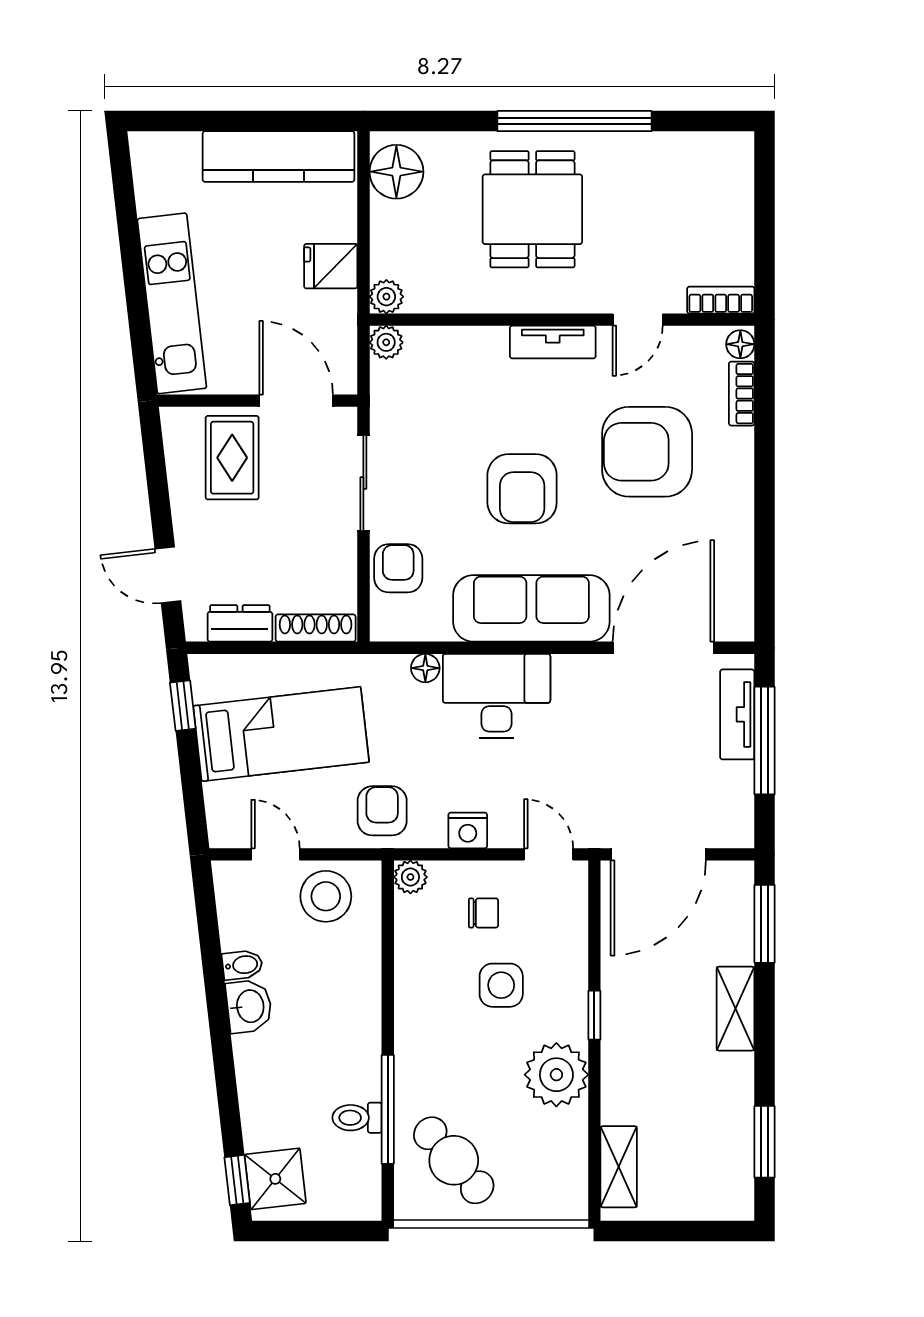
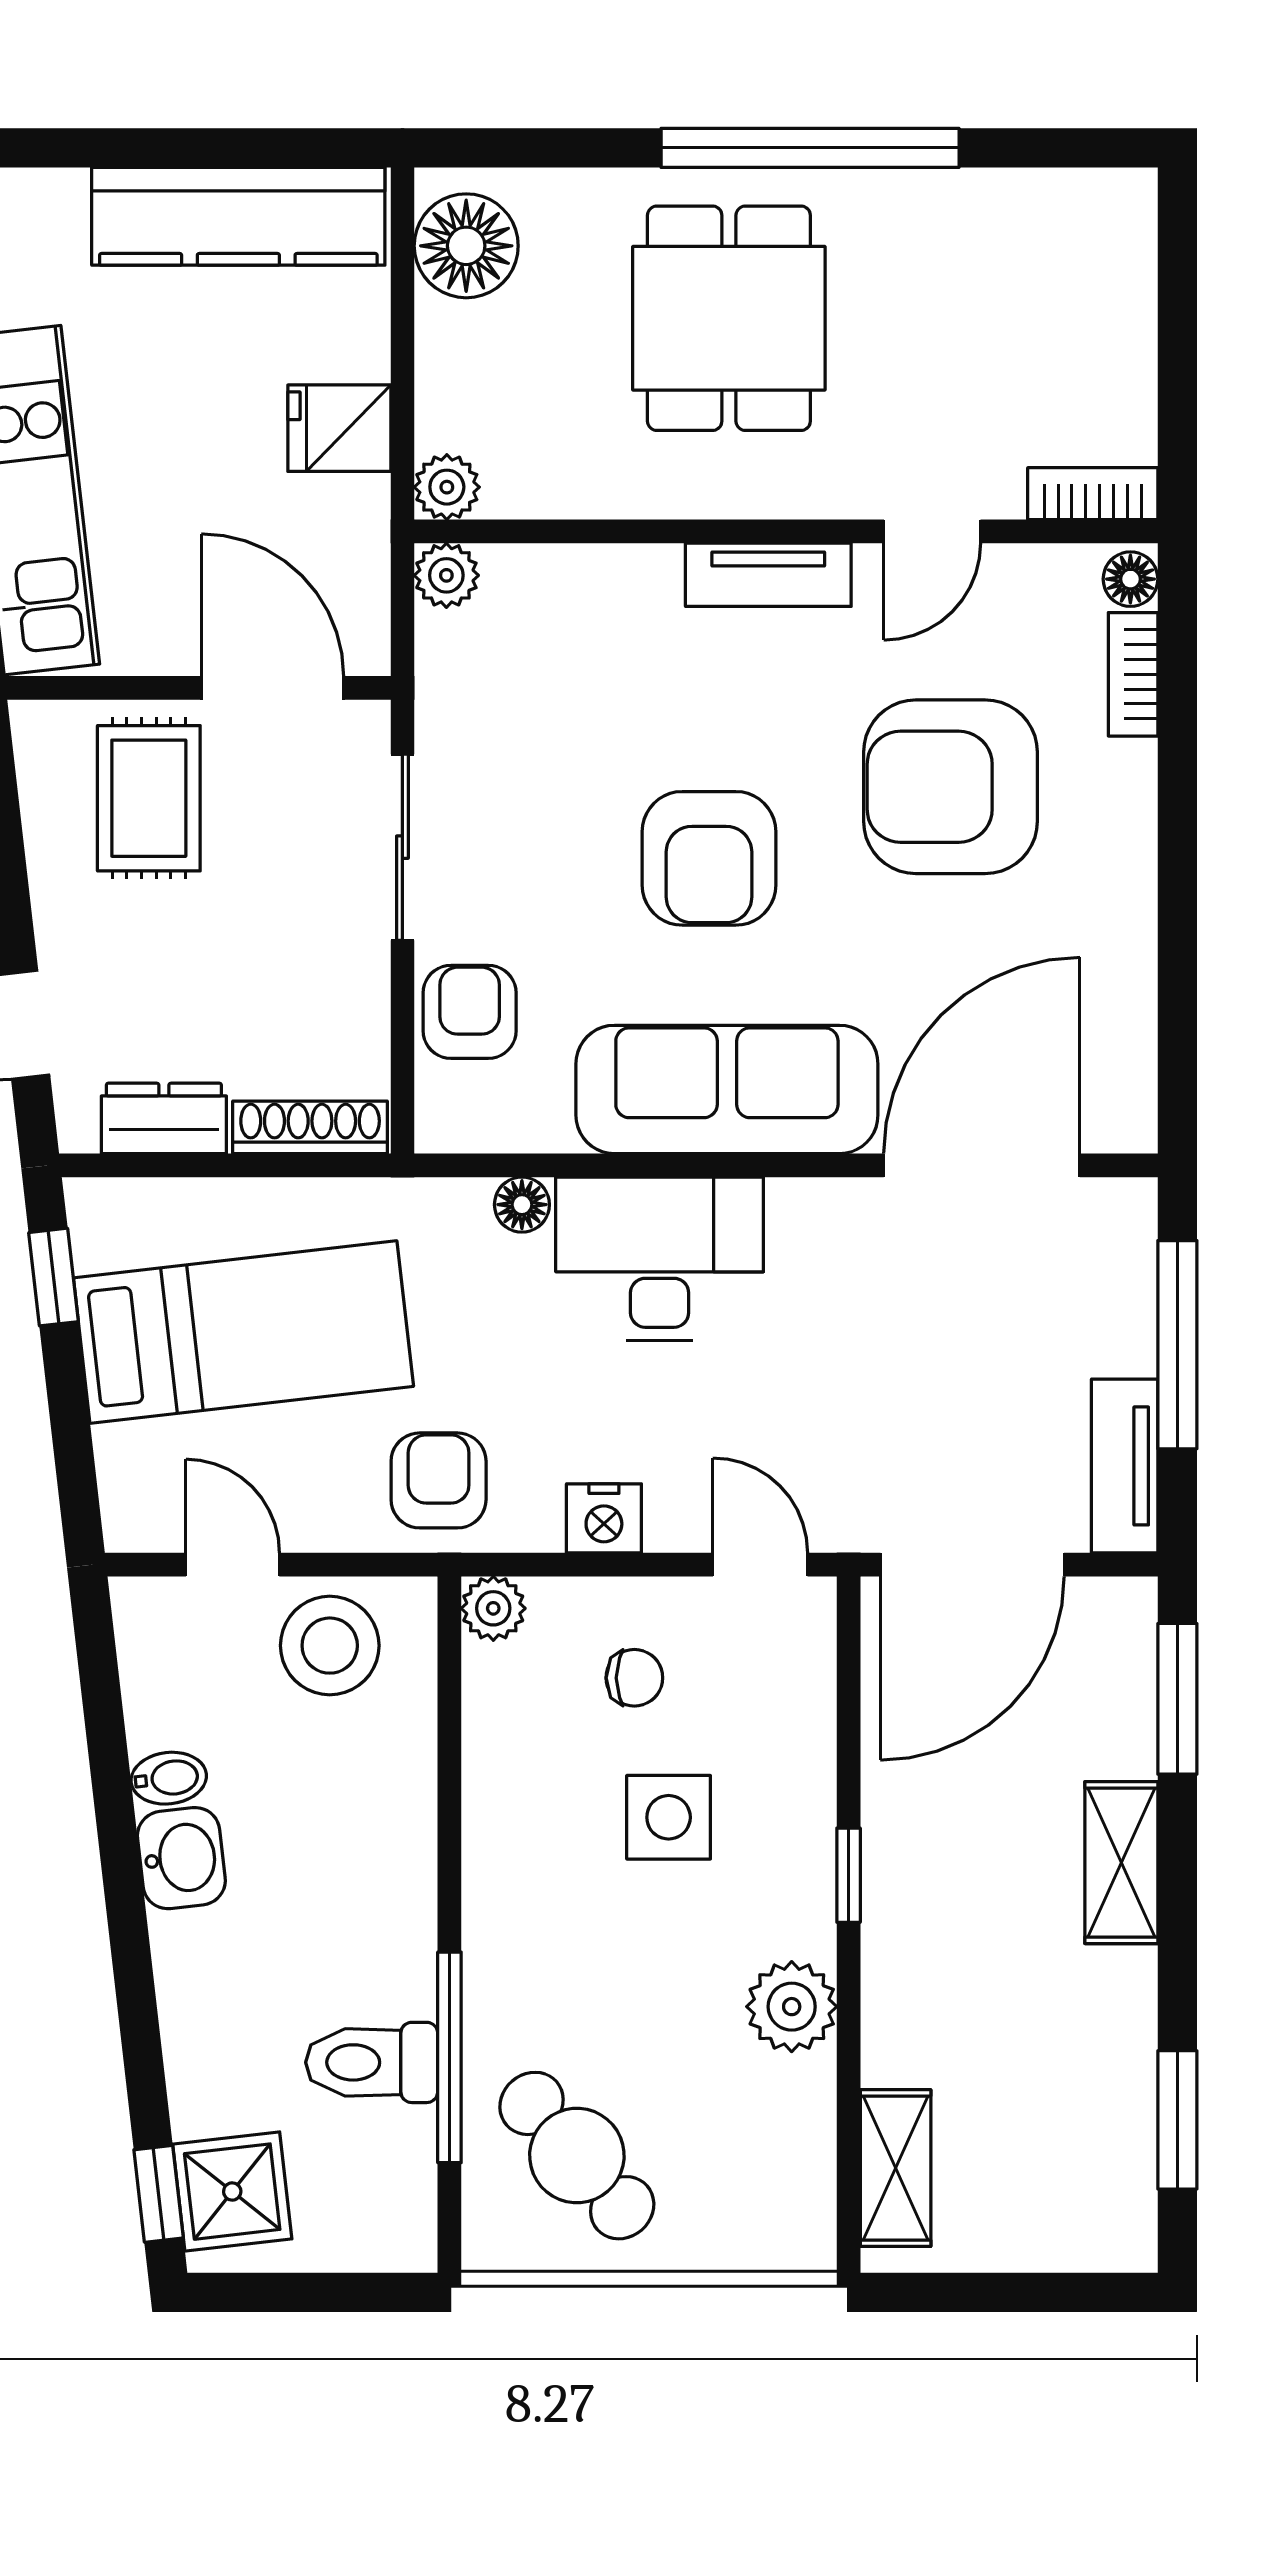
tv unit: (737, 714) -> (1125, 1466), moved
plant: (556, 1075) -> (792, 2007), width x0.73, depth x0.73
toilet: (357, 1118) -> (372, 2062), width x1.37, depth x1.39

